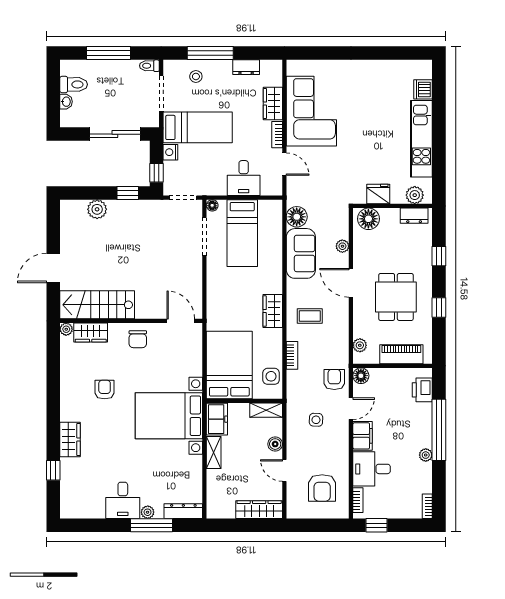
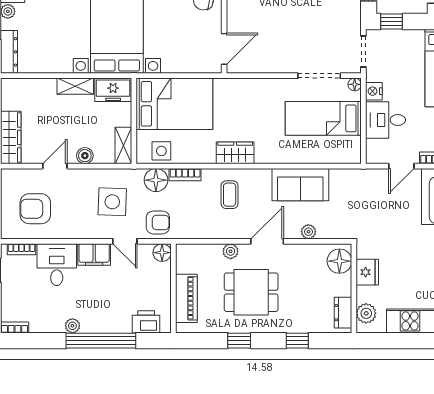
nightstand: (170, 152) -> (374, 91), moved, turned -90
floor lamp: (297, 217) -> (156, 180), moved
plant: (360, 345) -> (231, 251), moved
side table: (316, 420) -> (112, 202), width x1.87, depth x1.87

